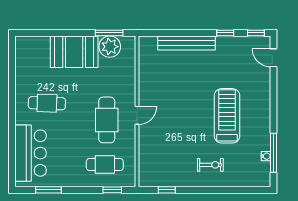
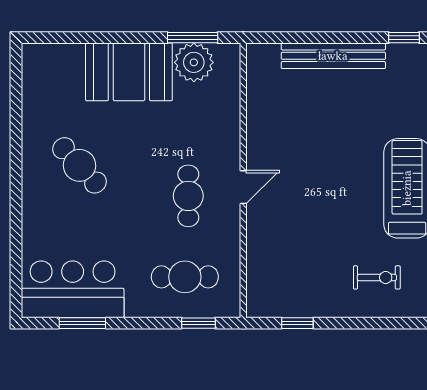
cafe table: (47, 103) -> (80, 165), turned 45
cafe table: (107, 120) -> (188, 196), width x0.73, depth x0.74
bar counter: (31, 153) -> (73, 289), moved, turned -90

